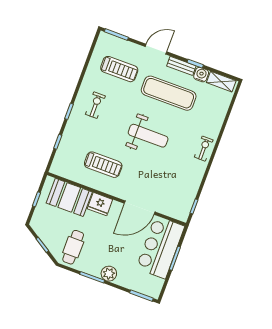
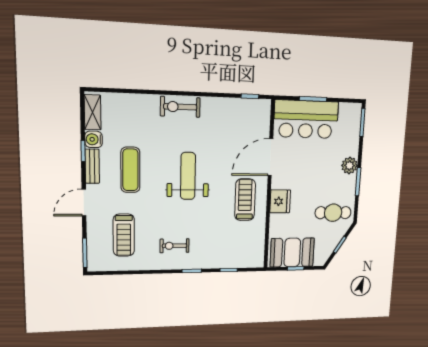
door: (156, 49) -> (84, 203), hinge flipped
treadmill: (119, 69) -> (124, 235), turned 180
exercise mat: (169, 93) -> (130, 170), width x0.73, depth x0.69
exercise bike: (204, 149) -> (180, 107), width x1.38, depth x1.39
treadmill: (103, 165) -> (245, 200), moved
booth: (69, 197) -> (292, 252), moved, turned 90
door: (140, 208) -> (270, 157), swing flipped

